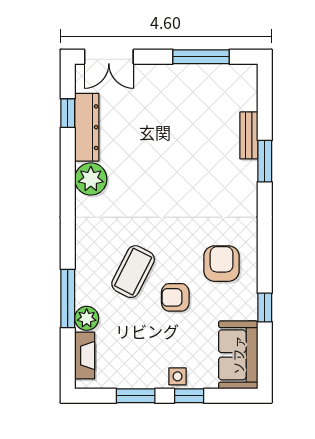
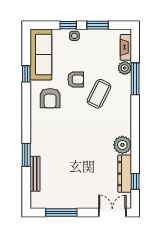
bench: (249, 135) -> (35, 174), width x1.36
sofa: (238, 355) -> (41, 54), width x1.36

